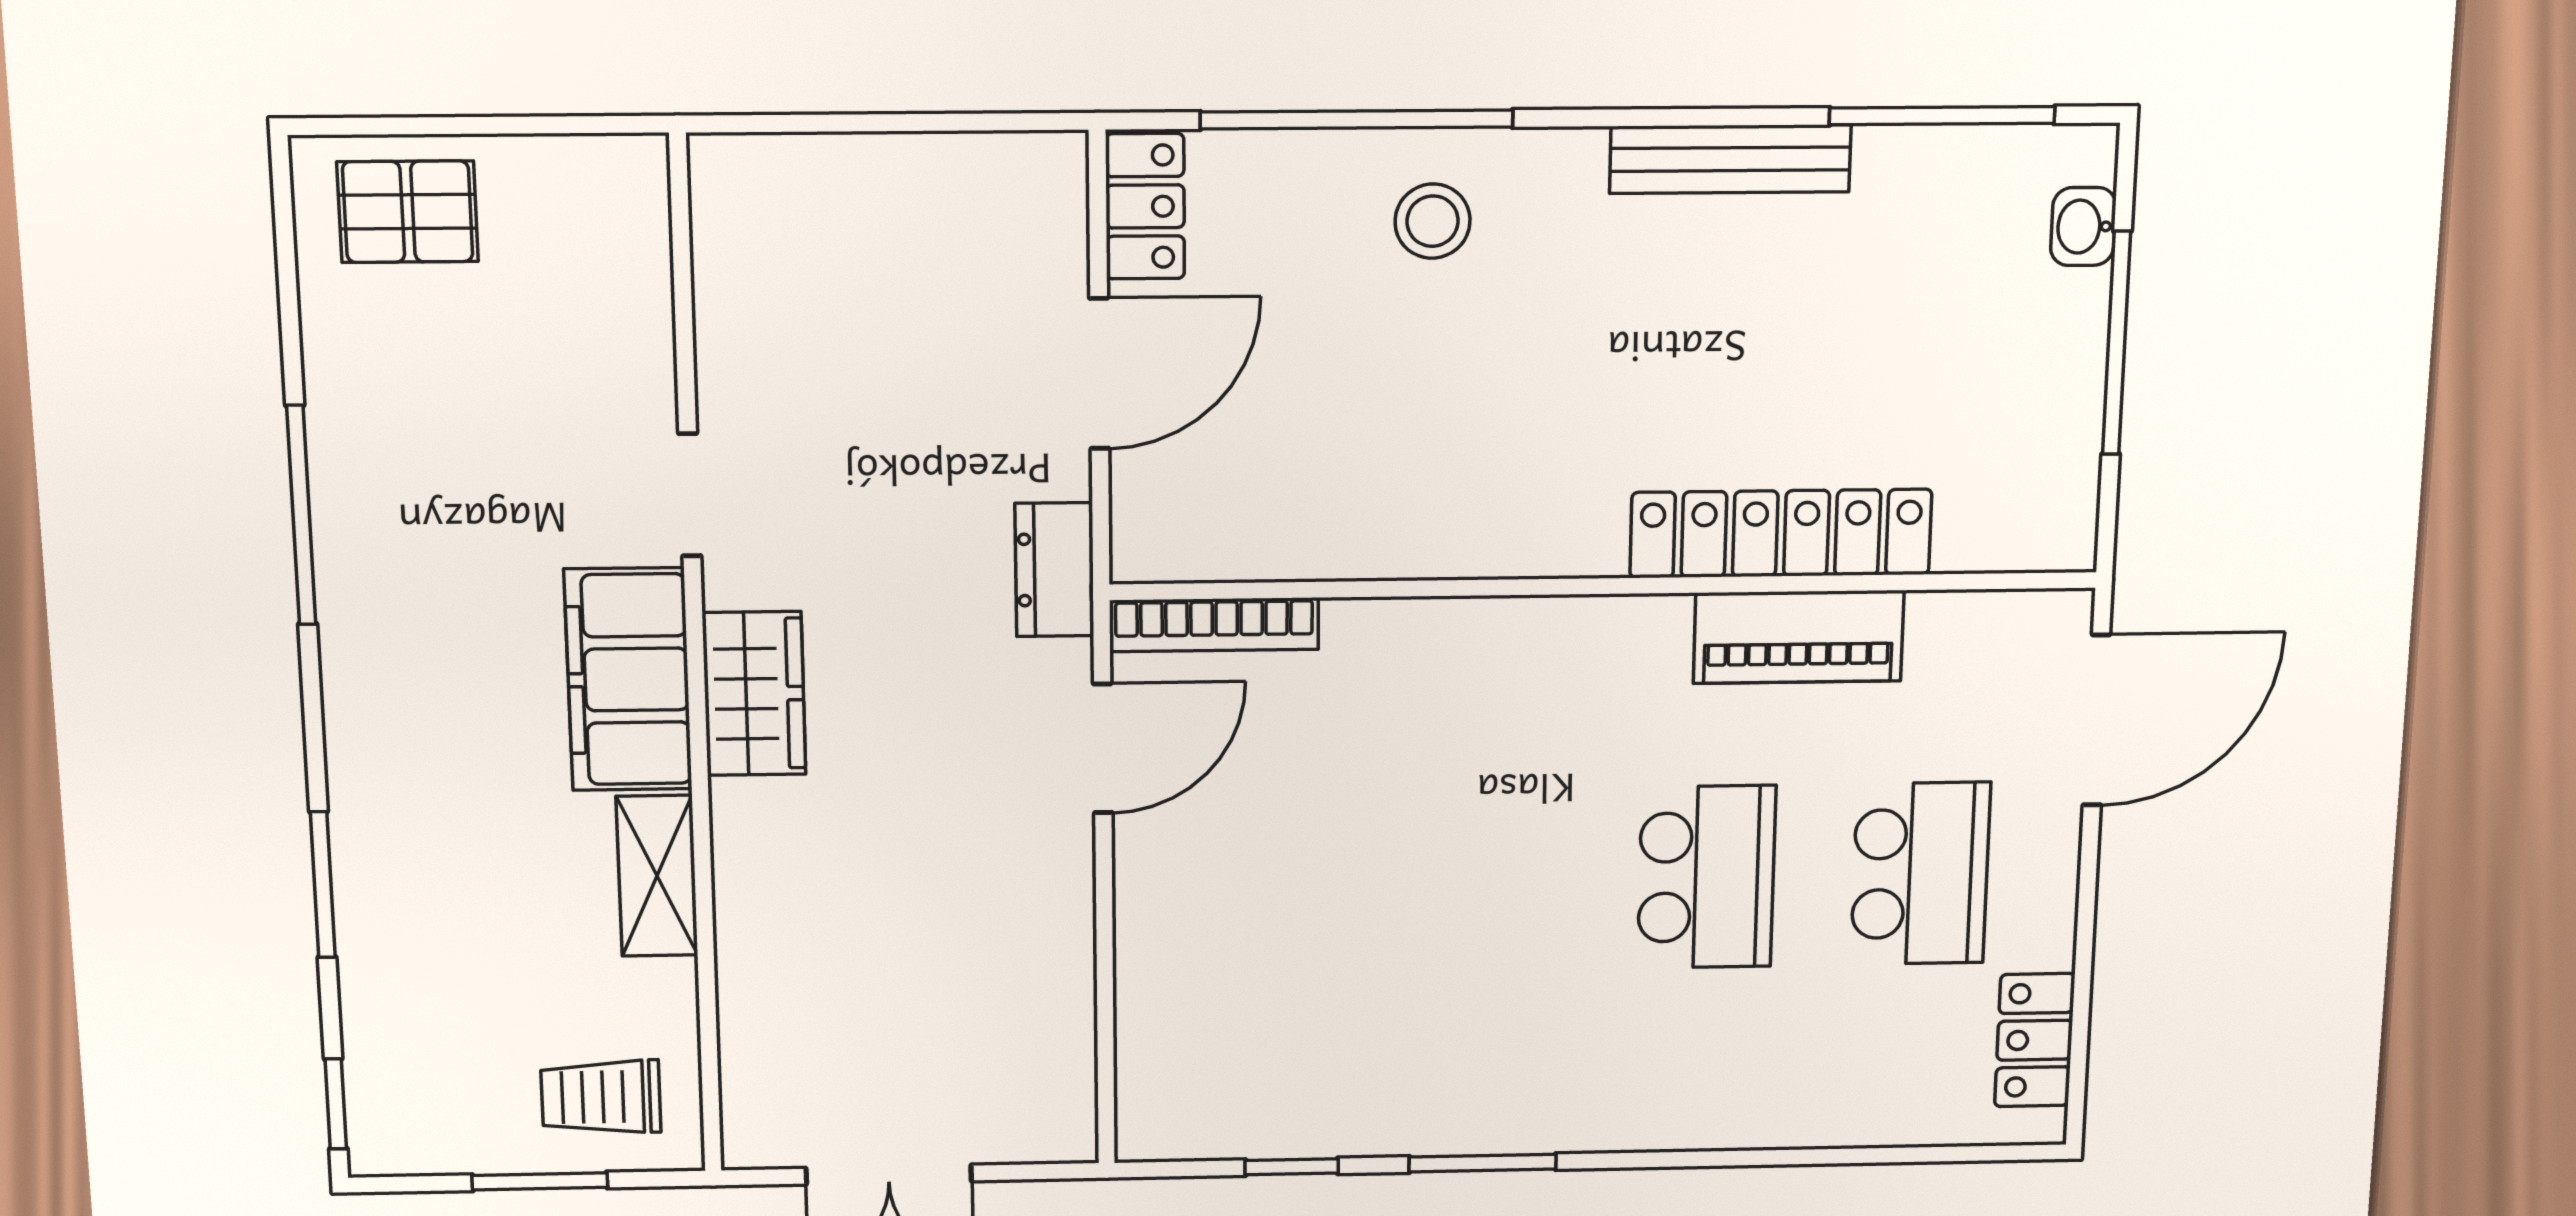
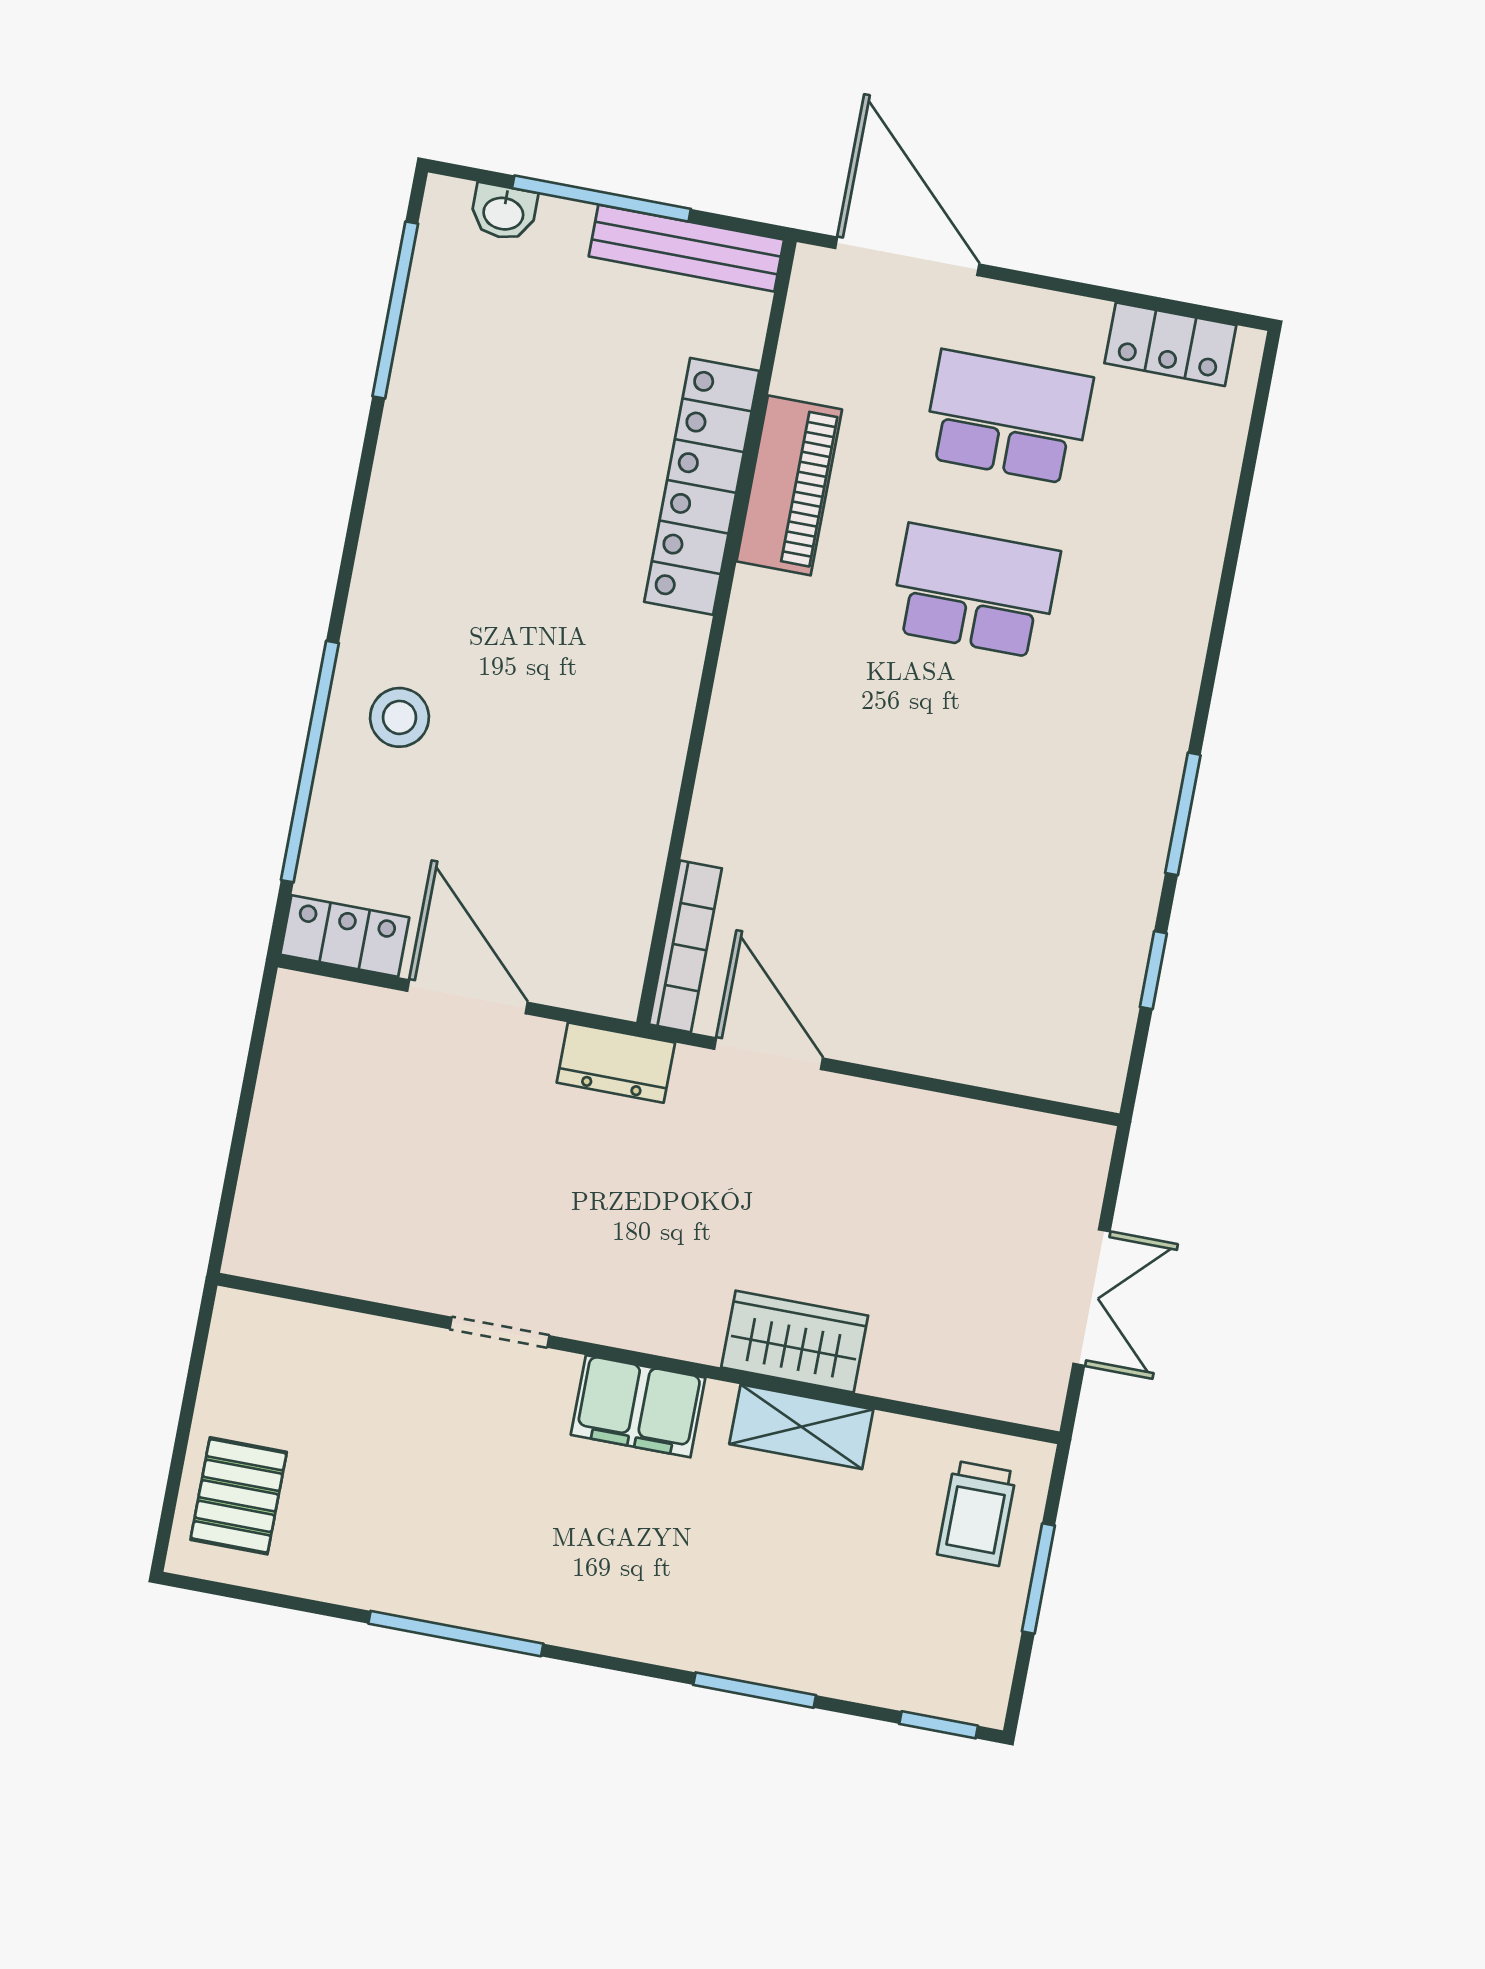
bench: (1730, 159) -> (686, 248), moved, turned 90
filing cabinet: (628, 680) -> (638, 1406), width x0.67, depth x0.86
wardrobe: (754, 694) -> (795, 1342), moved

